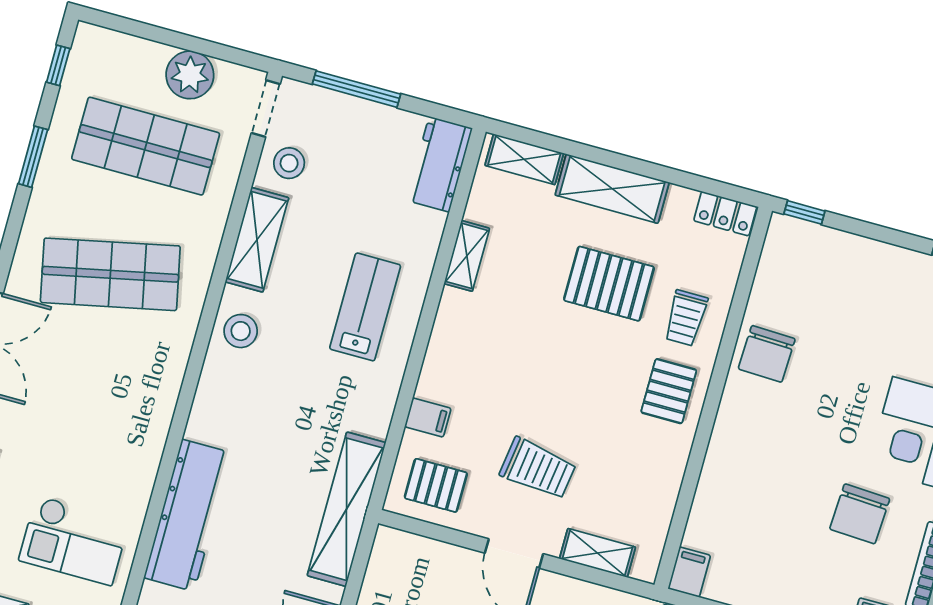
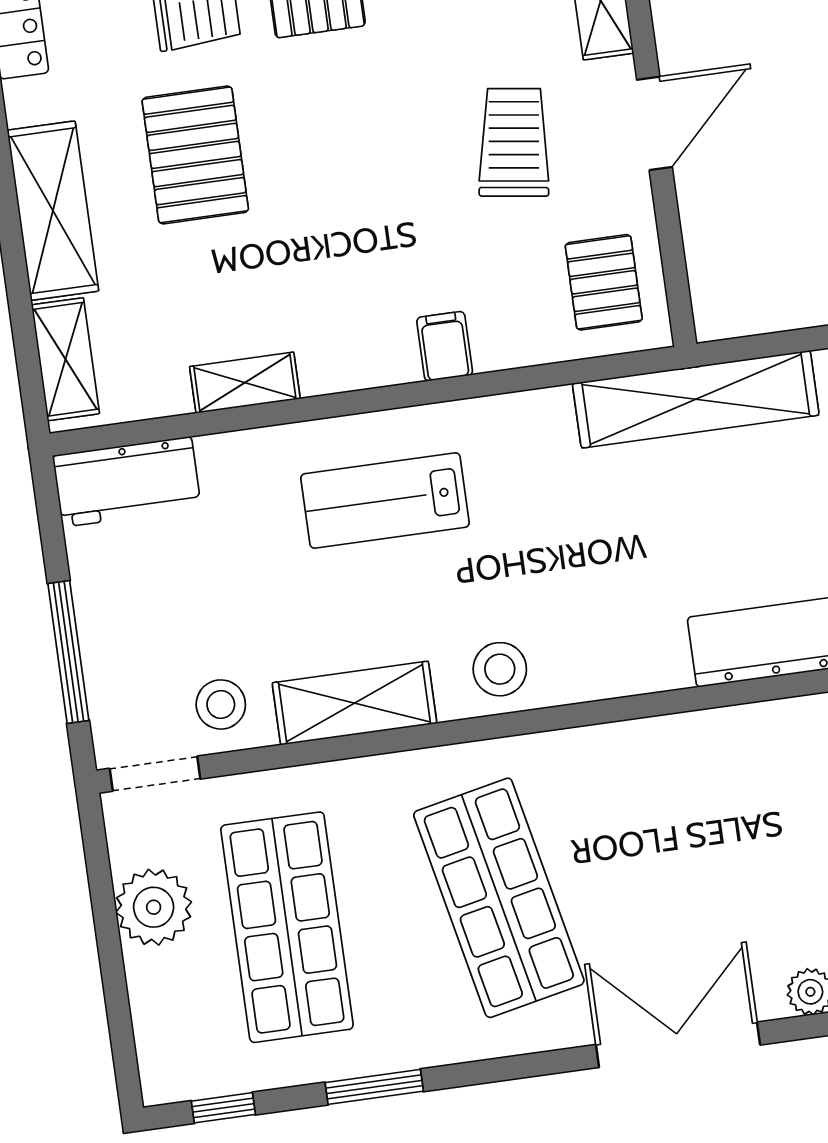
filing cabinet: (428, 417) -> (445, 346), moved

